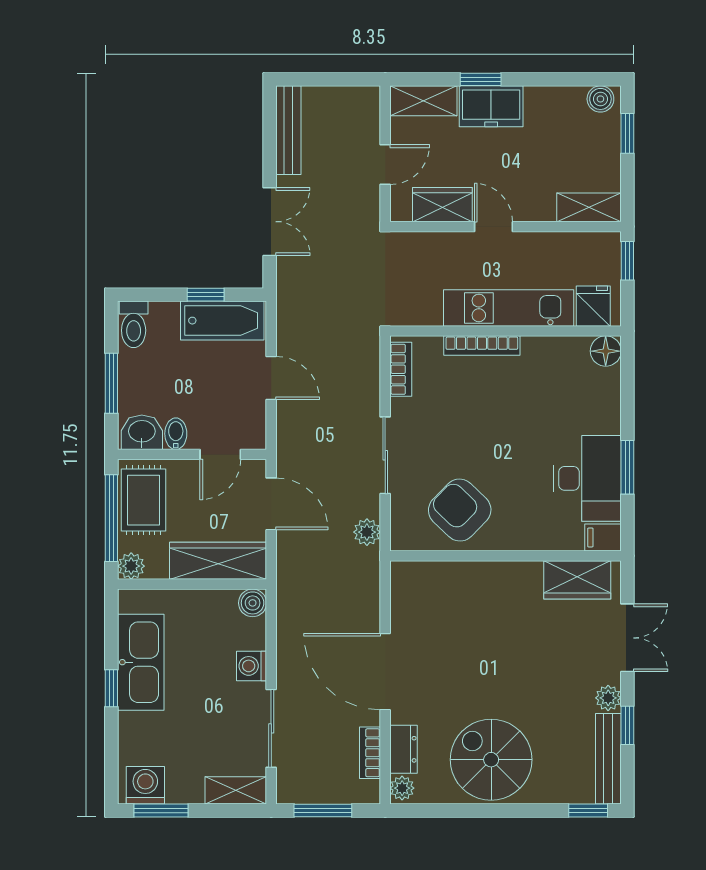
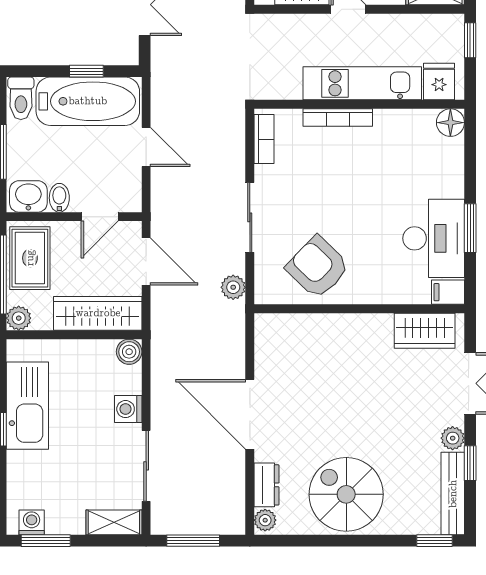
bathtub: (222, 321) -> (88, 101), width x1.36, depth x1.36
bookcase: (370, 753) -> (236, 488), removed
washing machine: (145, 785) -> (32, 522), width x0.73, depth x0.73

